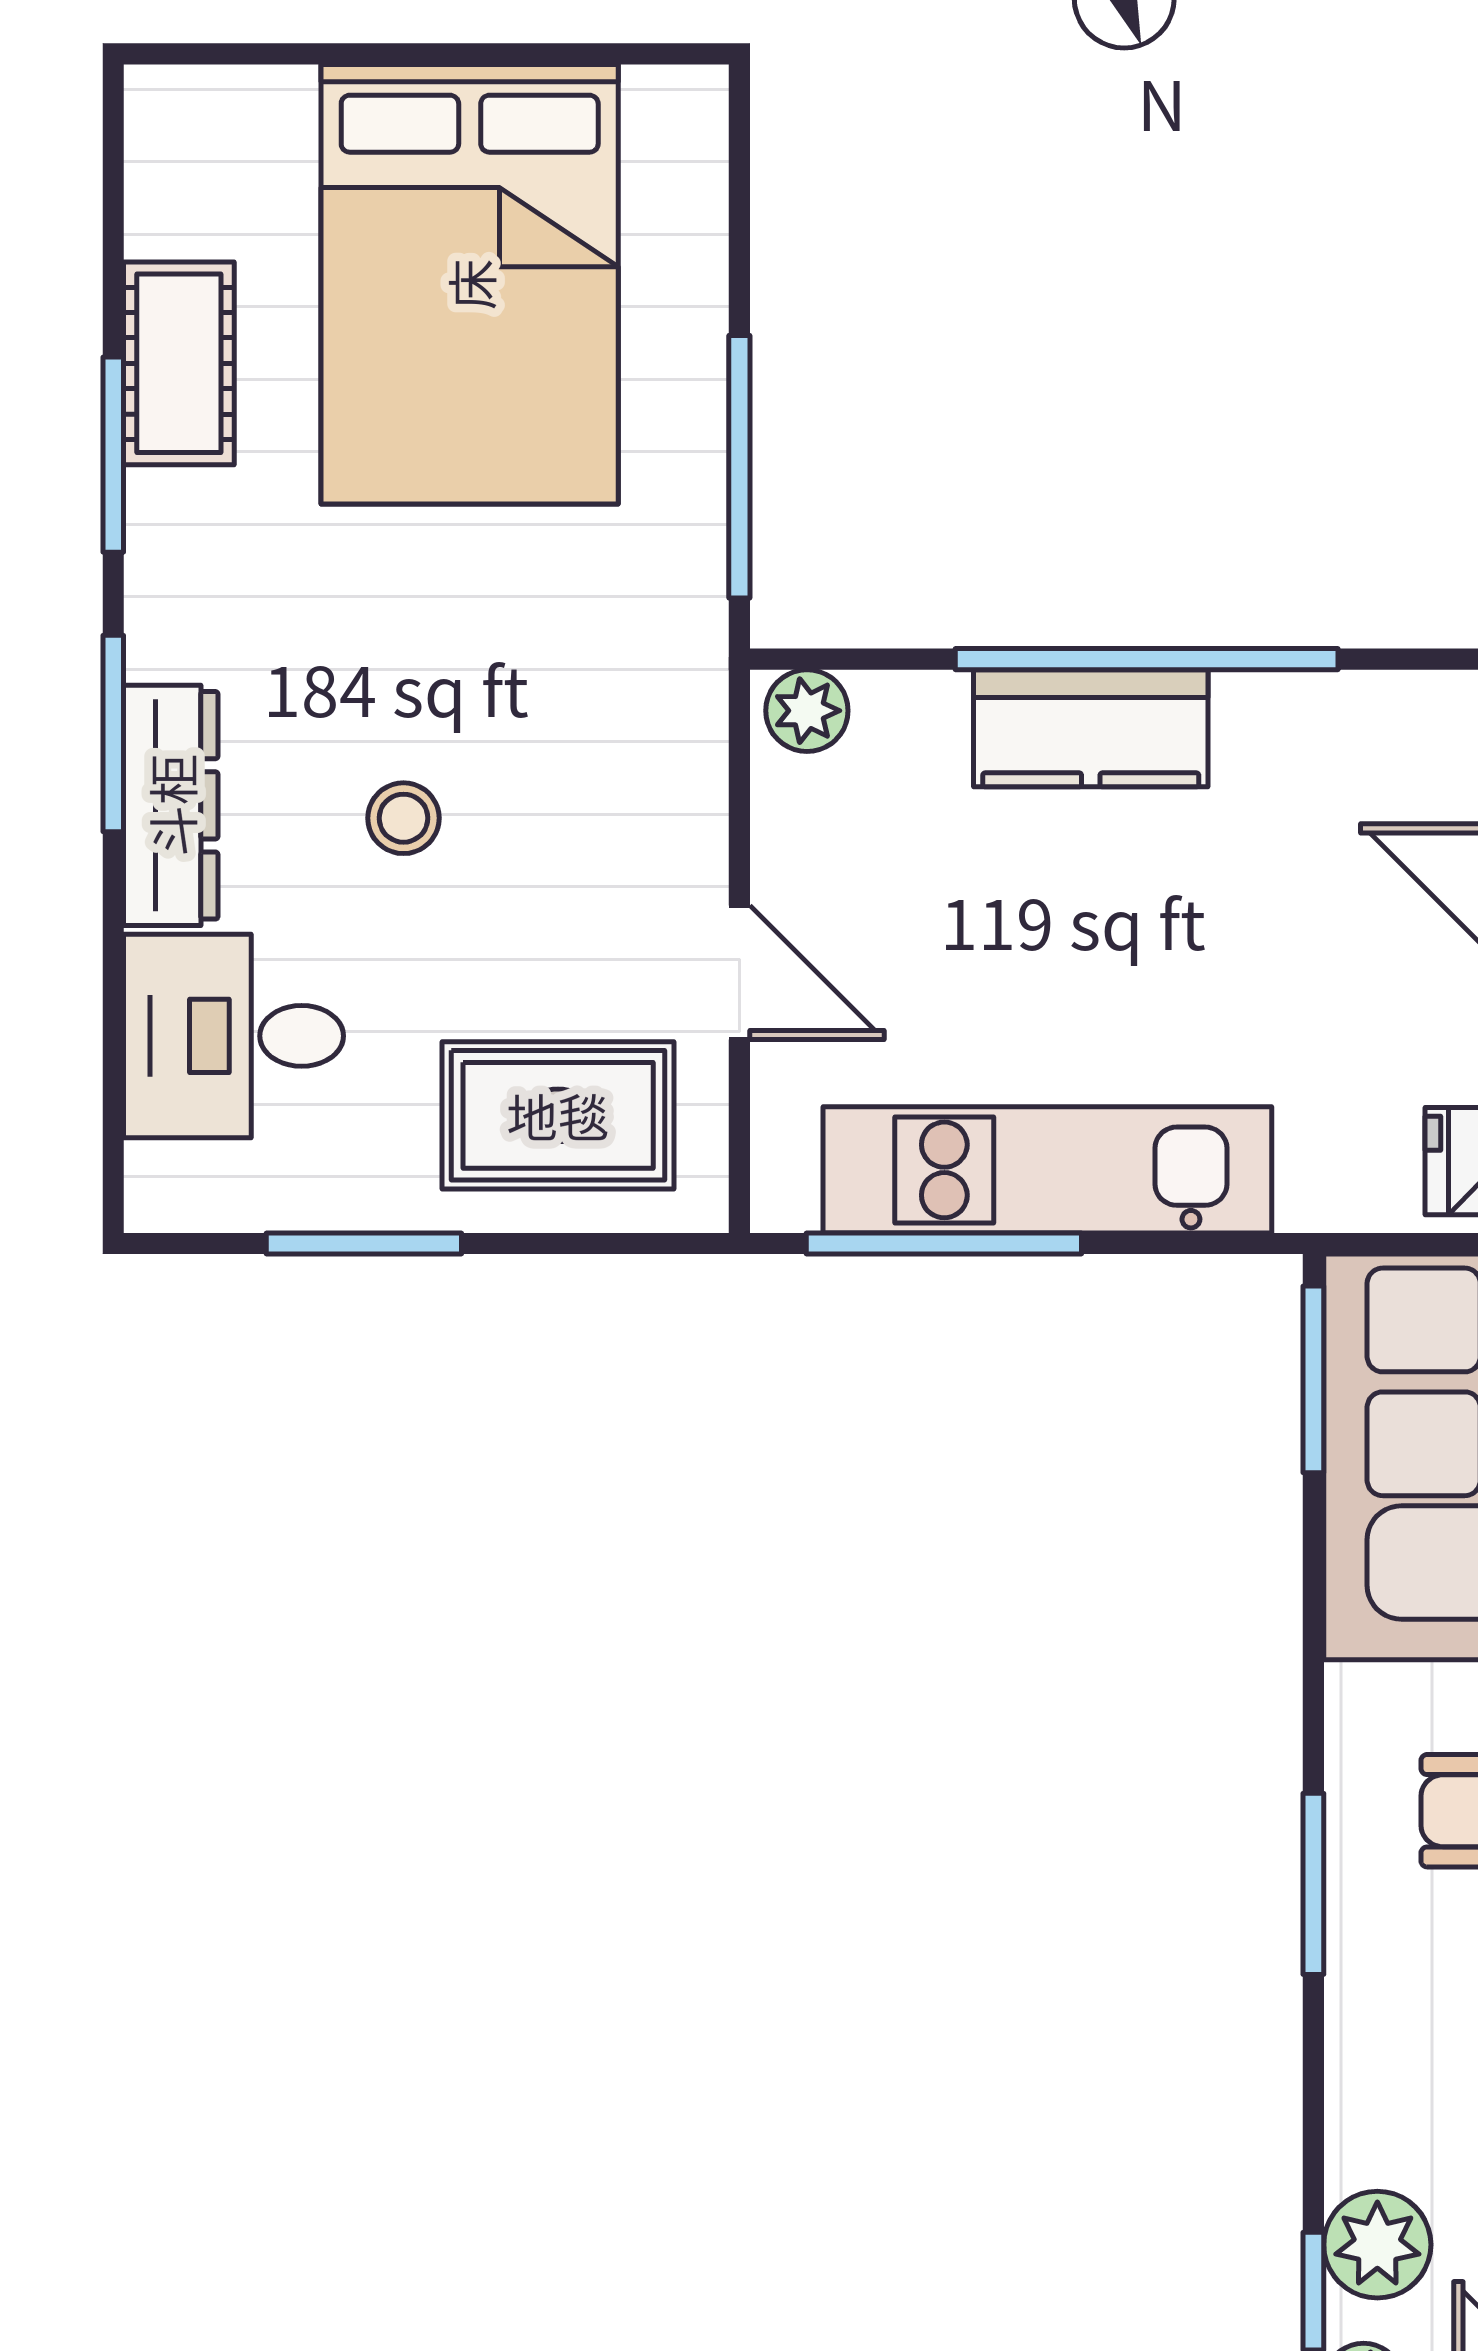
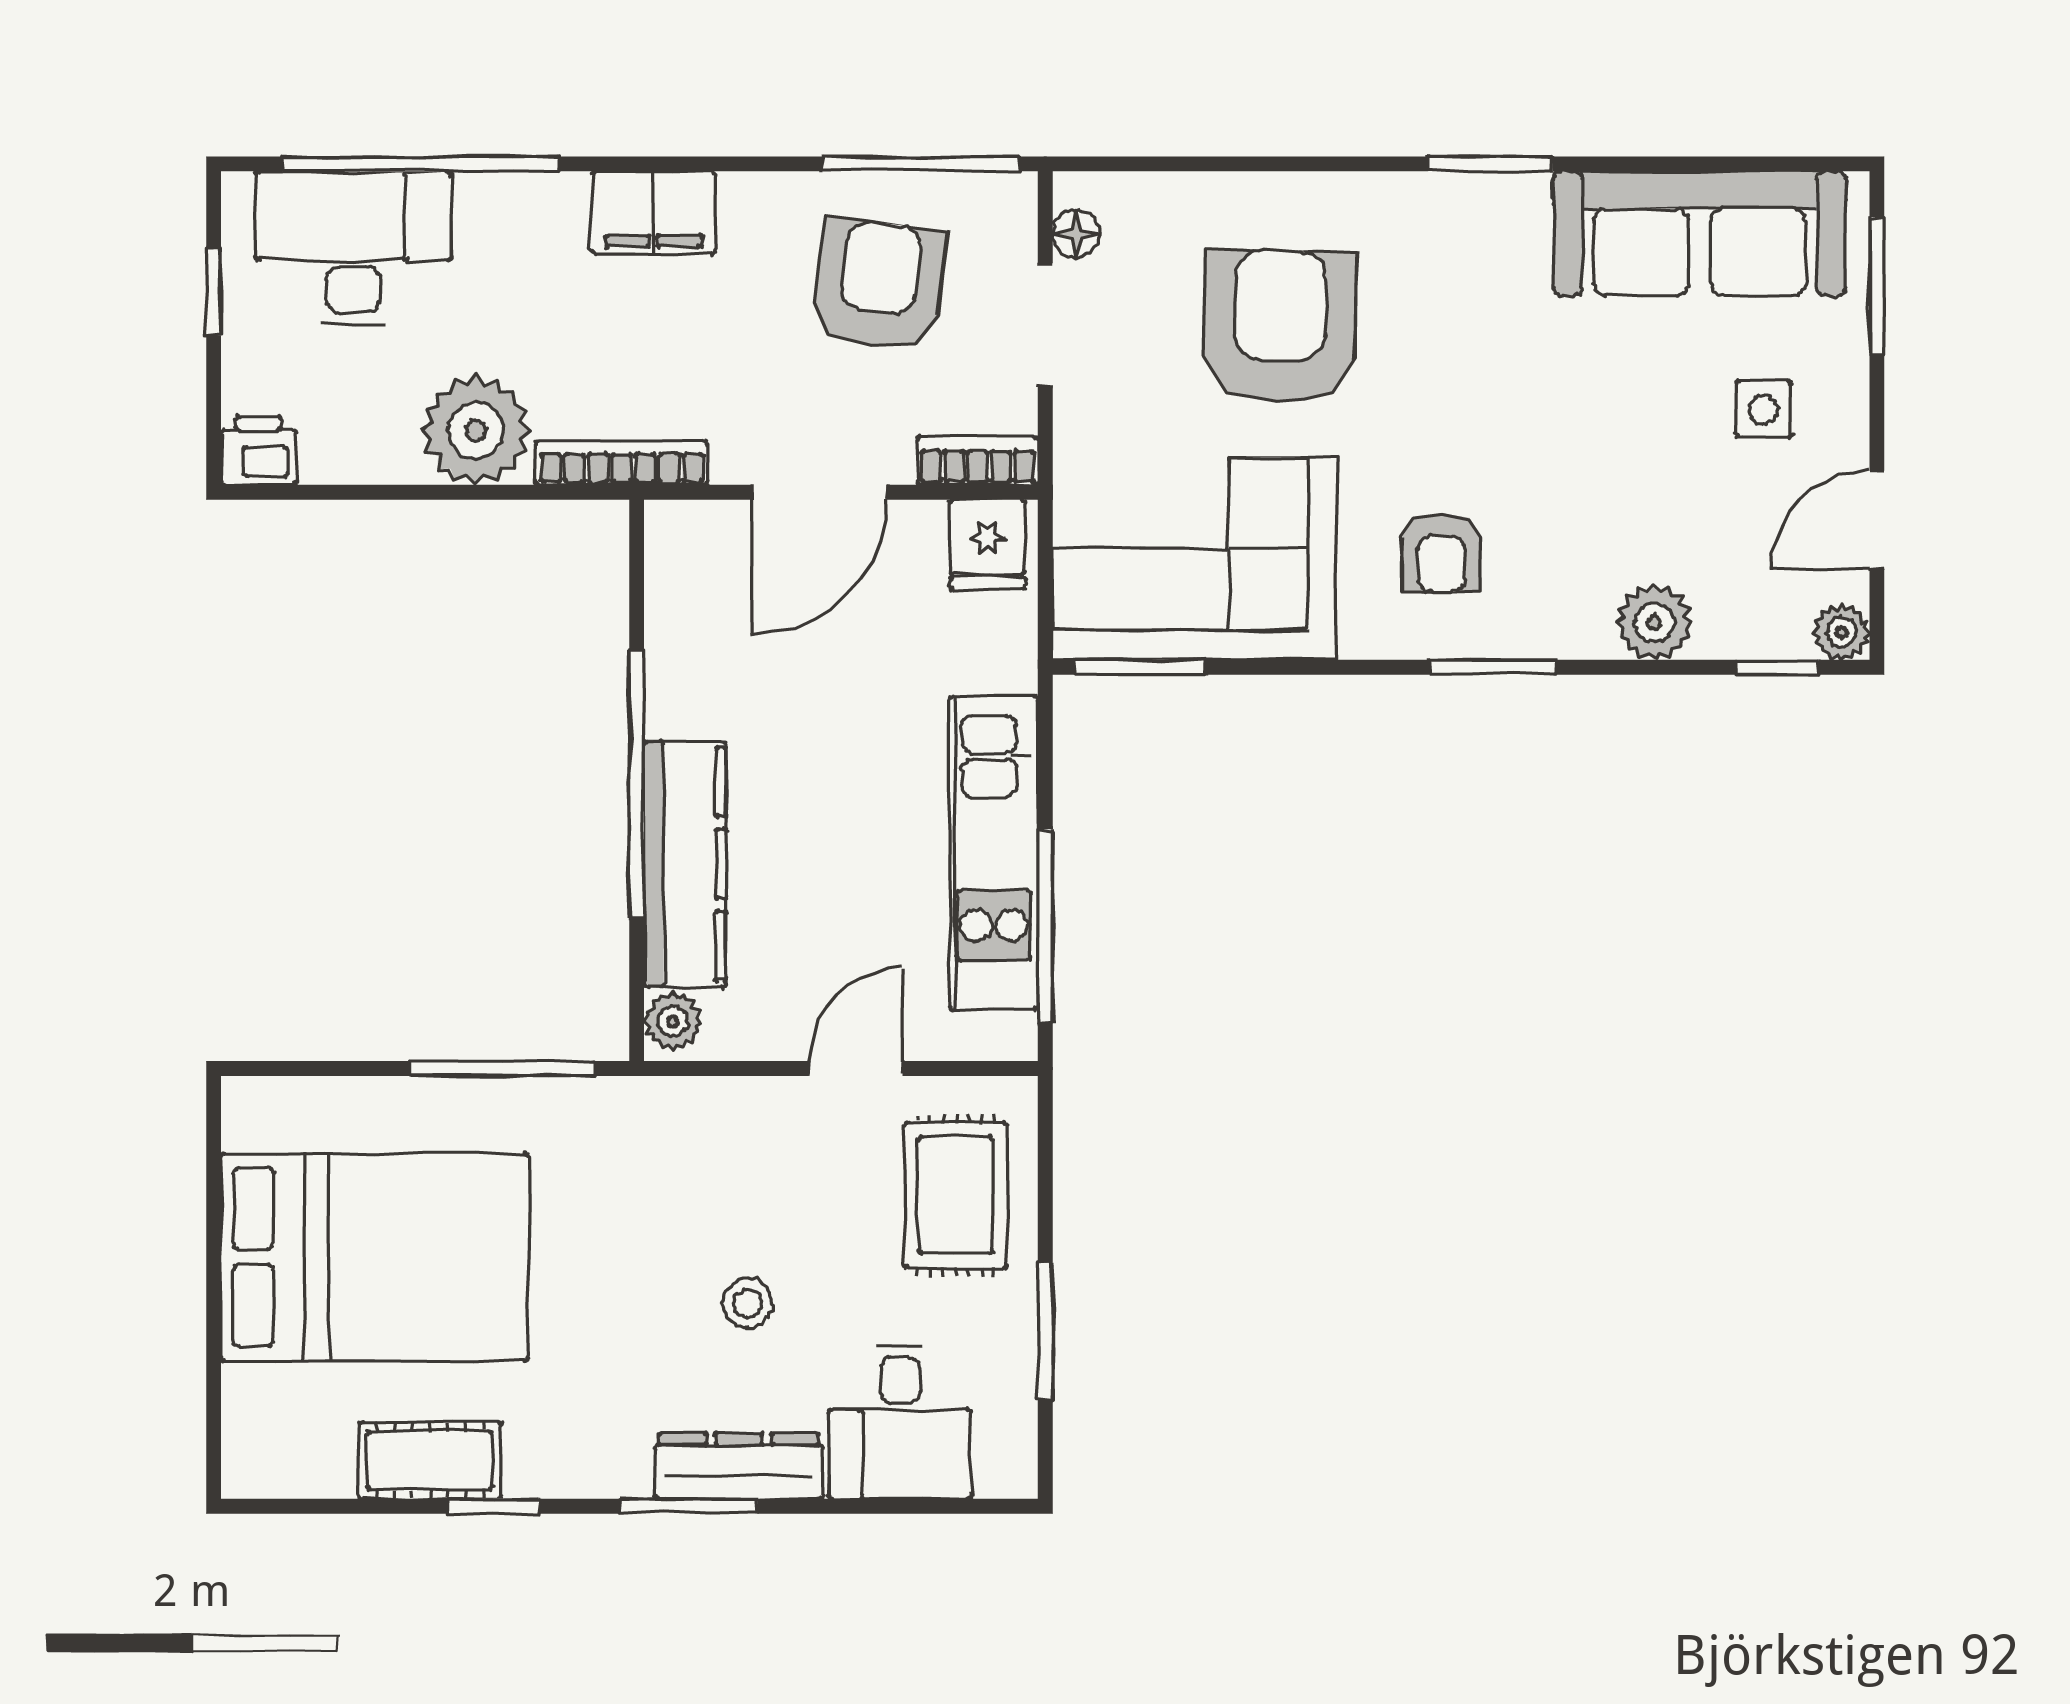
window: (113, 455) -> (494, 1506), width x0.67
kitchen counter: (1091, 728) -> (685, 864), width x1.50
plant: (1377, 2245) -> (1654, 623), moved

